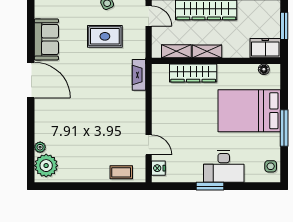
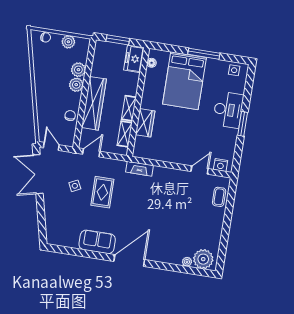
wardrobe: (193, 73) -> (145, 123), width x0.67

